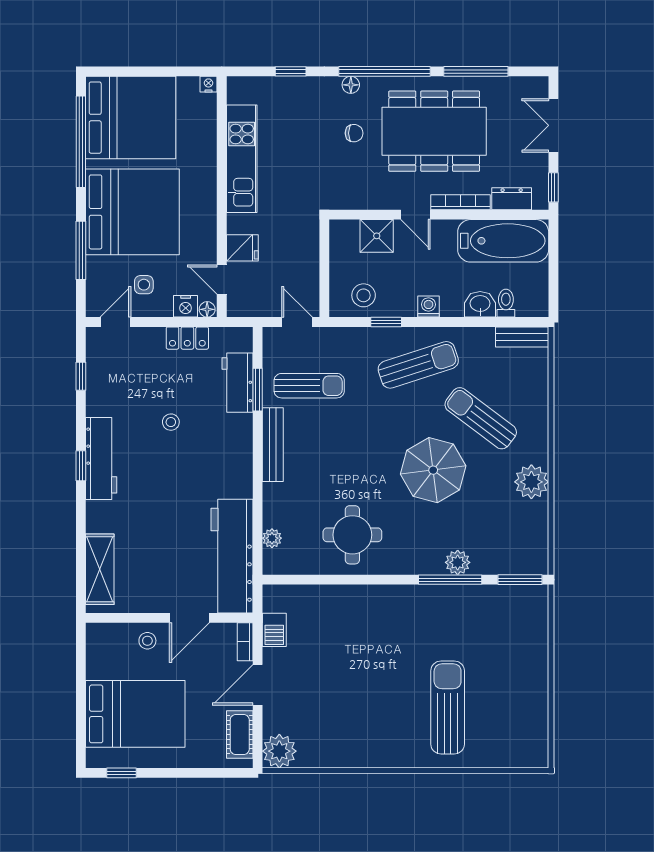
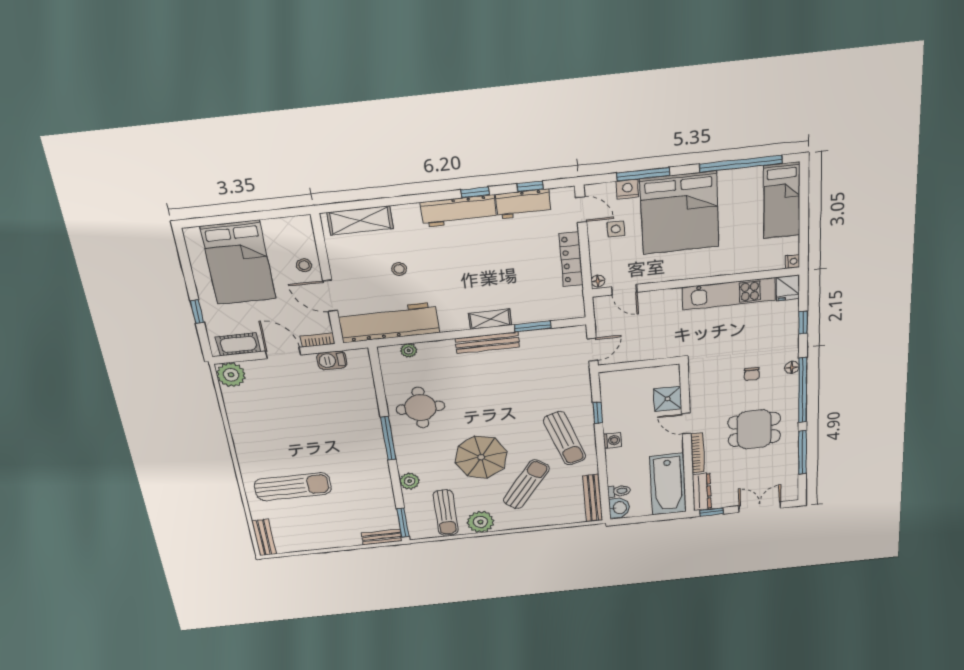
bed: (131, 118) -> (782, 201), width x0.49
dining table: (434, 131) -> (754, 429), width x0.53, depth x0.80
dresser: (512, 199) -> (702, 492), width x1.44
door: (415, 215) -> (686, 424), hinge flipped
fridge: (242, 248) -> (788, 288), moved
door: (222, 279) -> (624, 290), swing flipped
stool: (364, 295) -> (618, 395), removed
washbasin: (480, 304) -> (619, 508), moved
nightstand: (186, 306) -> (627, 189), moved, turned 90
bench: (522, 337) -> (593, 498), width x1.36
locker: (187, 338) -> (571, 259), width x1.53
workbench: (237, 383) -> (523, 204), moved, turned 180
sun lounger: (309, 386) -> (446, 513), moved
stool: (171, 422) -> (399, 269), moved
shelving: (242, 438) -> (490, 319), added
window: (81, 466) -> (475, 192), moved
window: (450, 580) -> (388, 438), moved
bench: (539, 609) -> (382, 537), added
bench: (521, 757) -> (264, 537), added
window: (121, 773) -> (197, 312), moved

